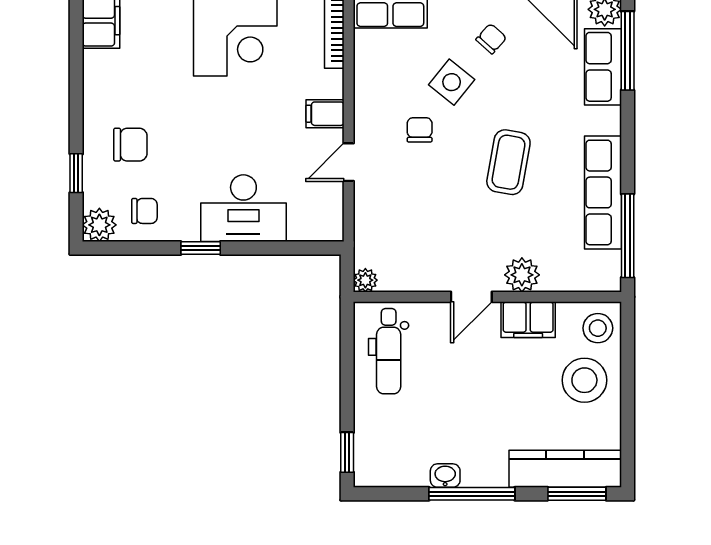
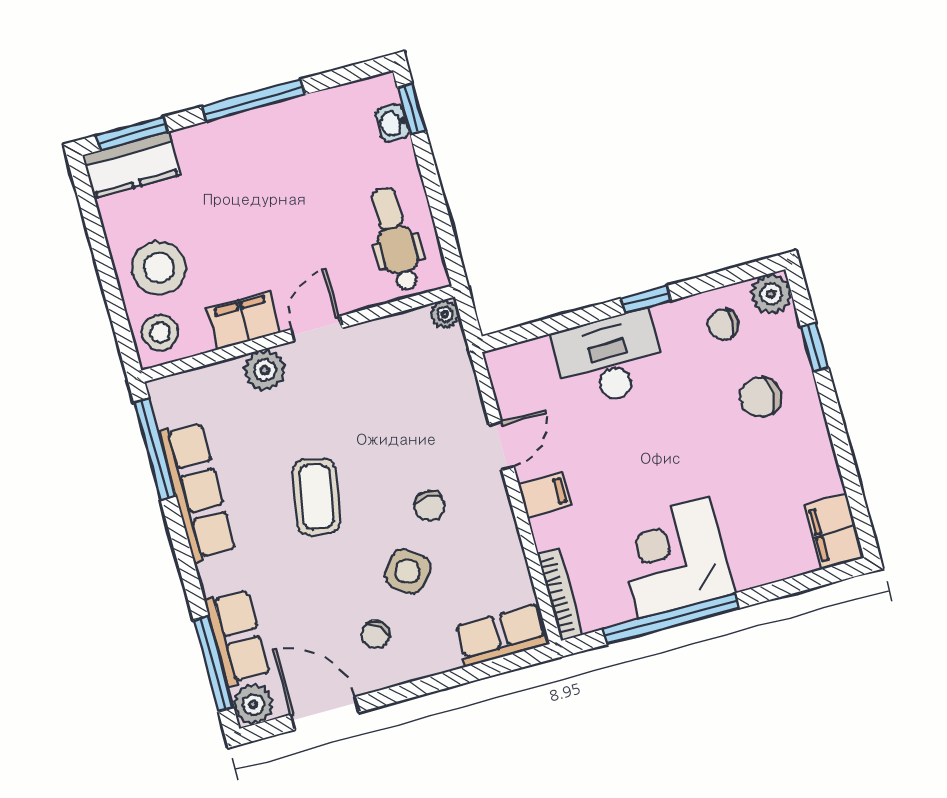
kitchen counter: (565, 469) -> (132, 165), width x0.67
washbasin: (445, 476) -> (393, 123), moved, turned 90

